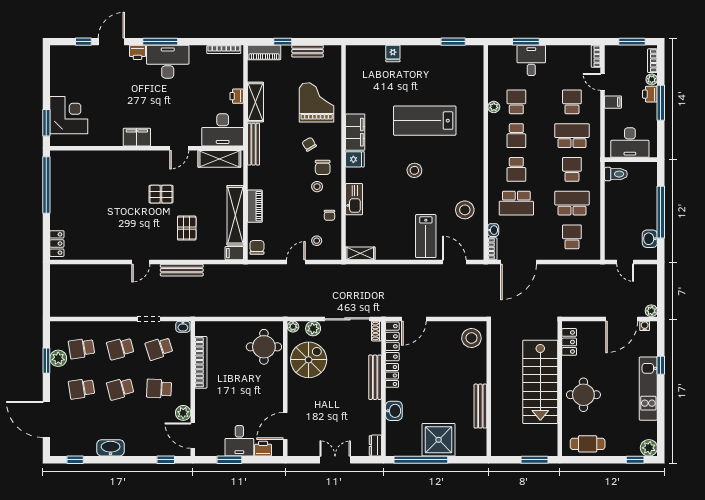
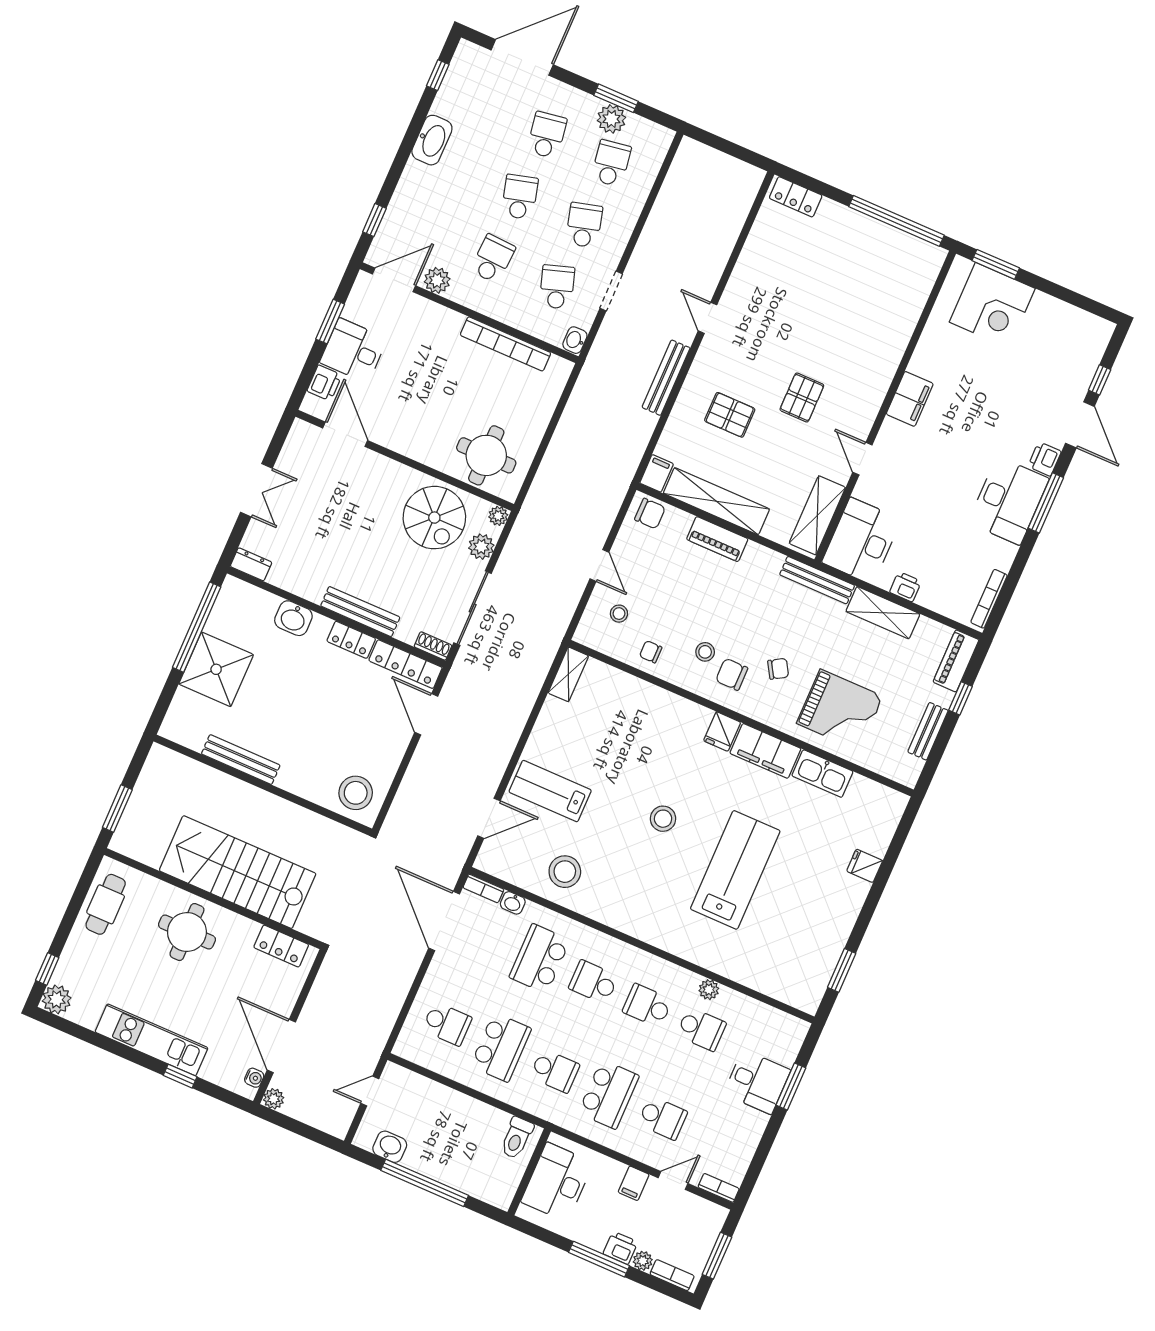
kitchen sink: (354, 199) -> (822, 774), moved

